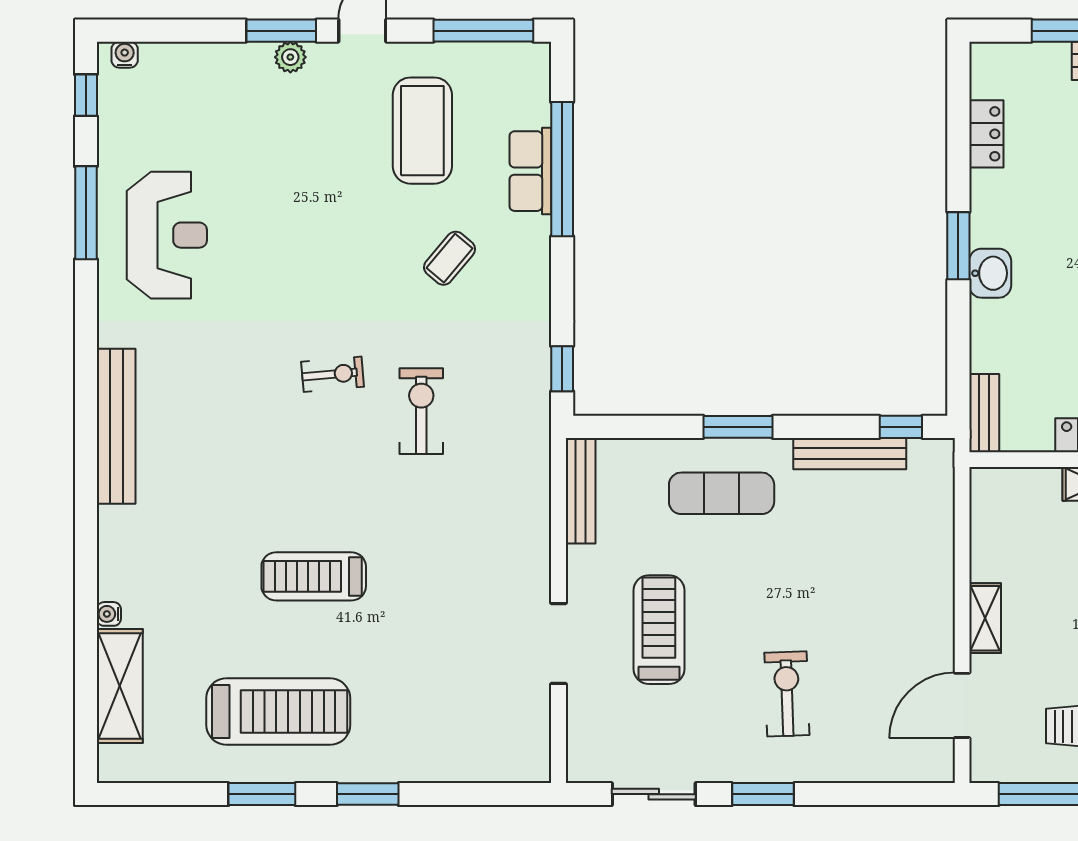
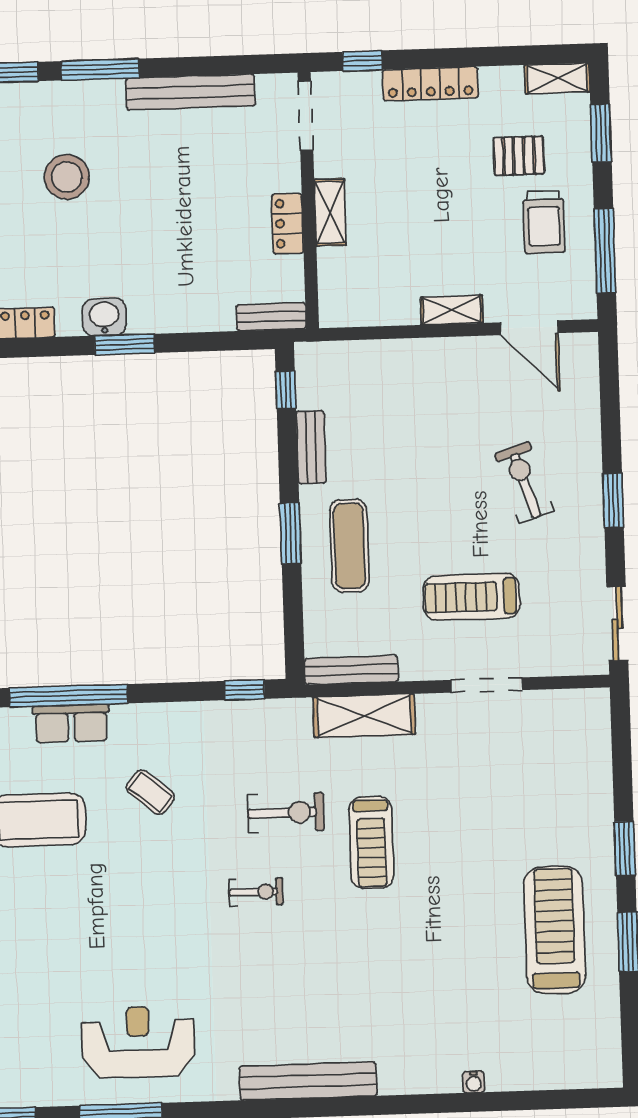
washbasin: (990, 273) -> (104, 317), moved
exercise bike: (333, 374) -> (256, 892), turned 95
exercise bike: (421, 411) -> (286, 813), turned 180
bench: (850, 454) -> (311, 447), width x0.73
treadmill: (314, 576) -> (371, 843), moved
shelving: (120, 686) -> (364, 716), moved
exercise bike: (787, 694) -> (524, 482), turned 74
sliding door: (654, 794) -> (617, 624), moved

